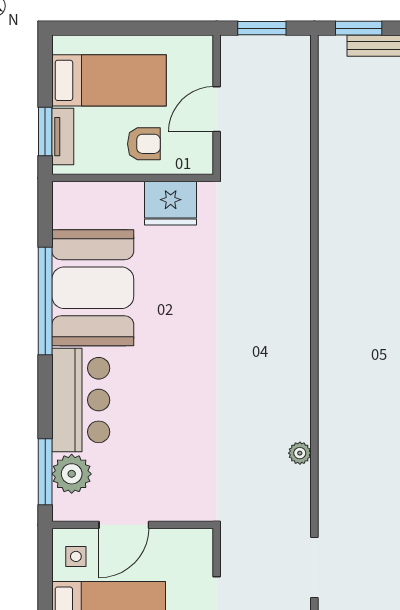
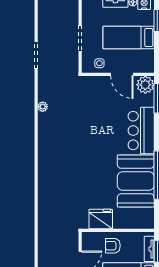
plant: (72, 474) -> (145, 85), moved
door: (124, 525) -> (122, 74), swing flipped
side table: (76, 556) -> (99, 63), moved

